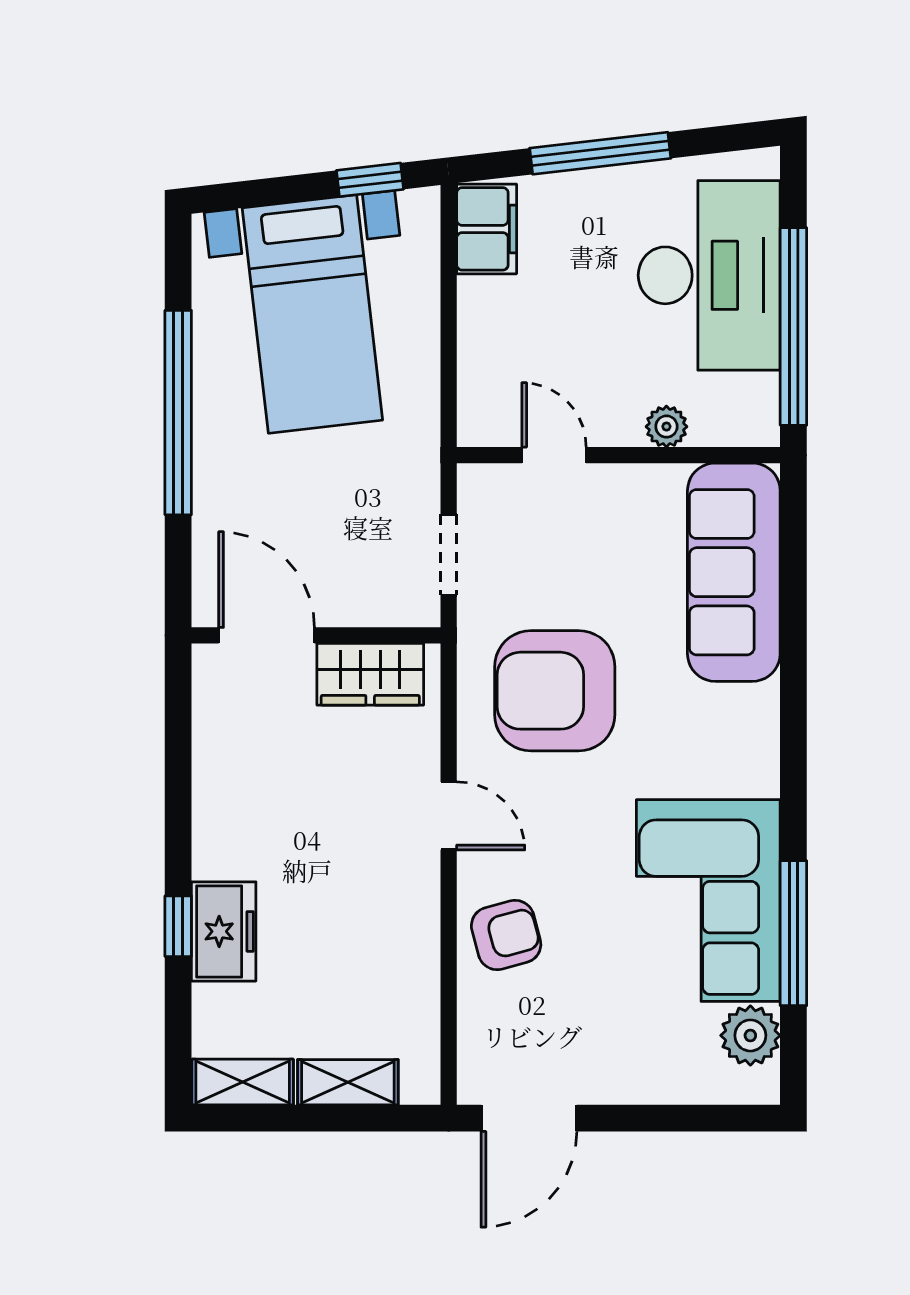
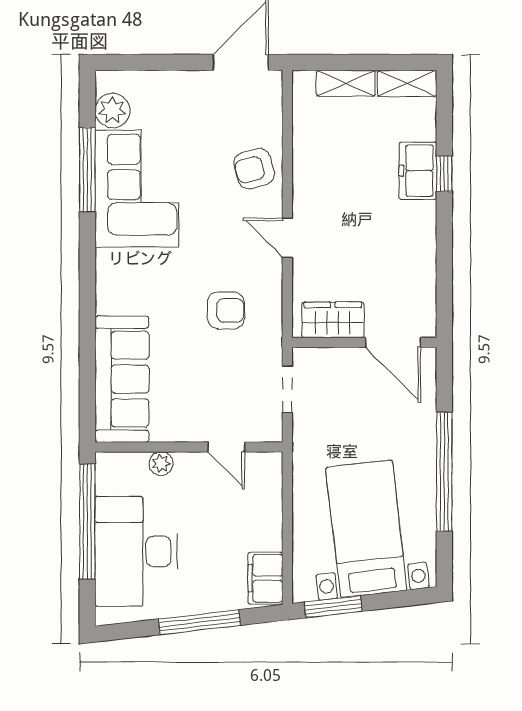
window: (370, 180) -> (333, 607), width x1.50
armchair: (555, 691) -> (226, 310), width x0.53, depth x0.53

